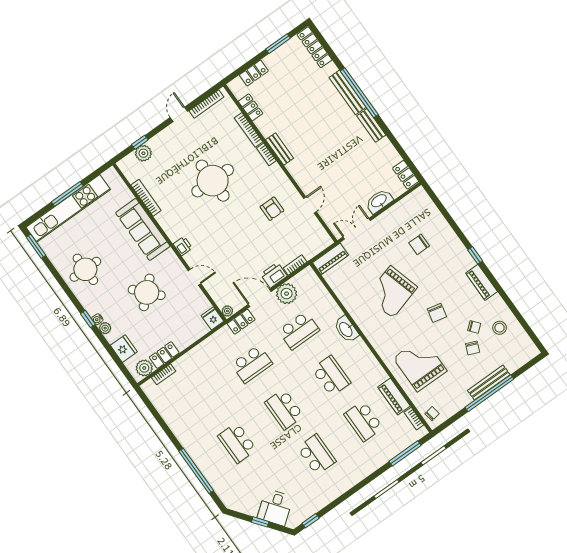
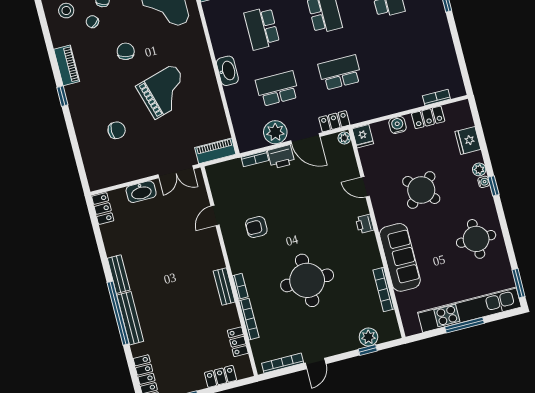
armchair: (272, 209) -> (256, 227), turned -90
water cooler: (187, 339) -> (398, 125), added
plant: (144, 368) -> (454, 112), removed

